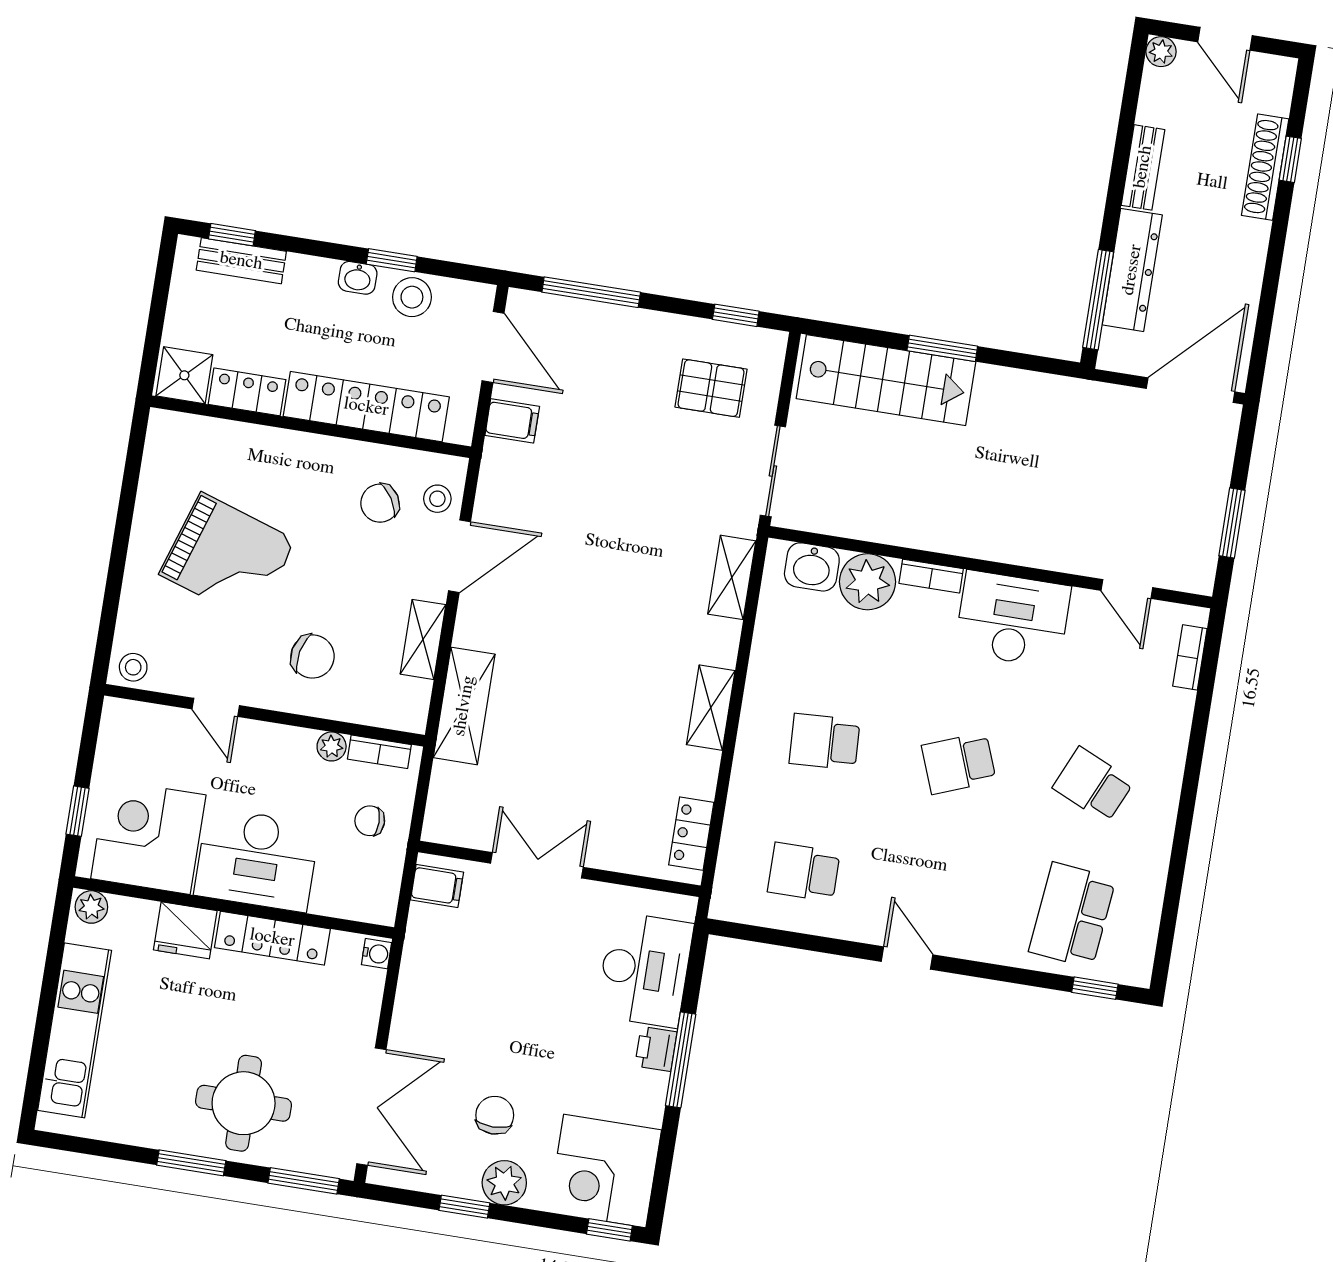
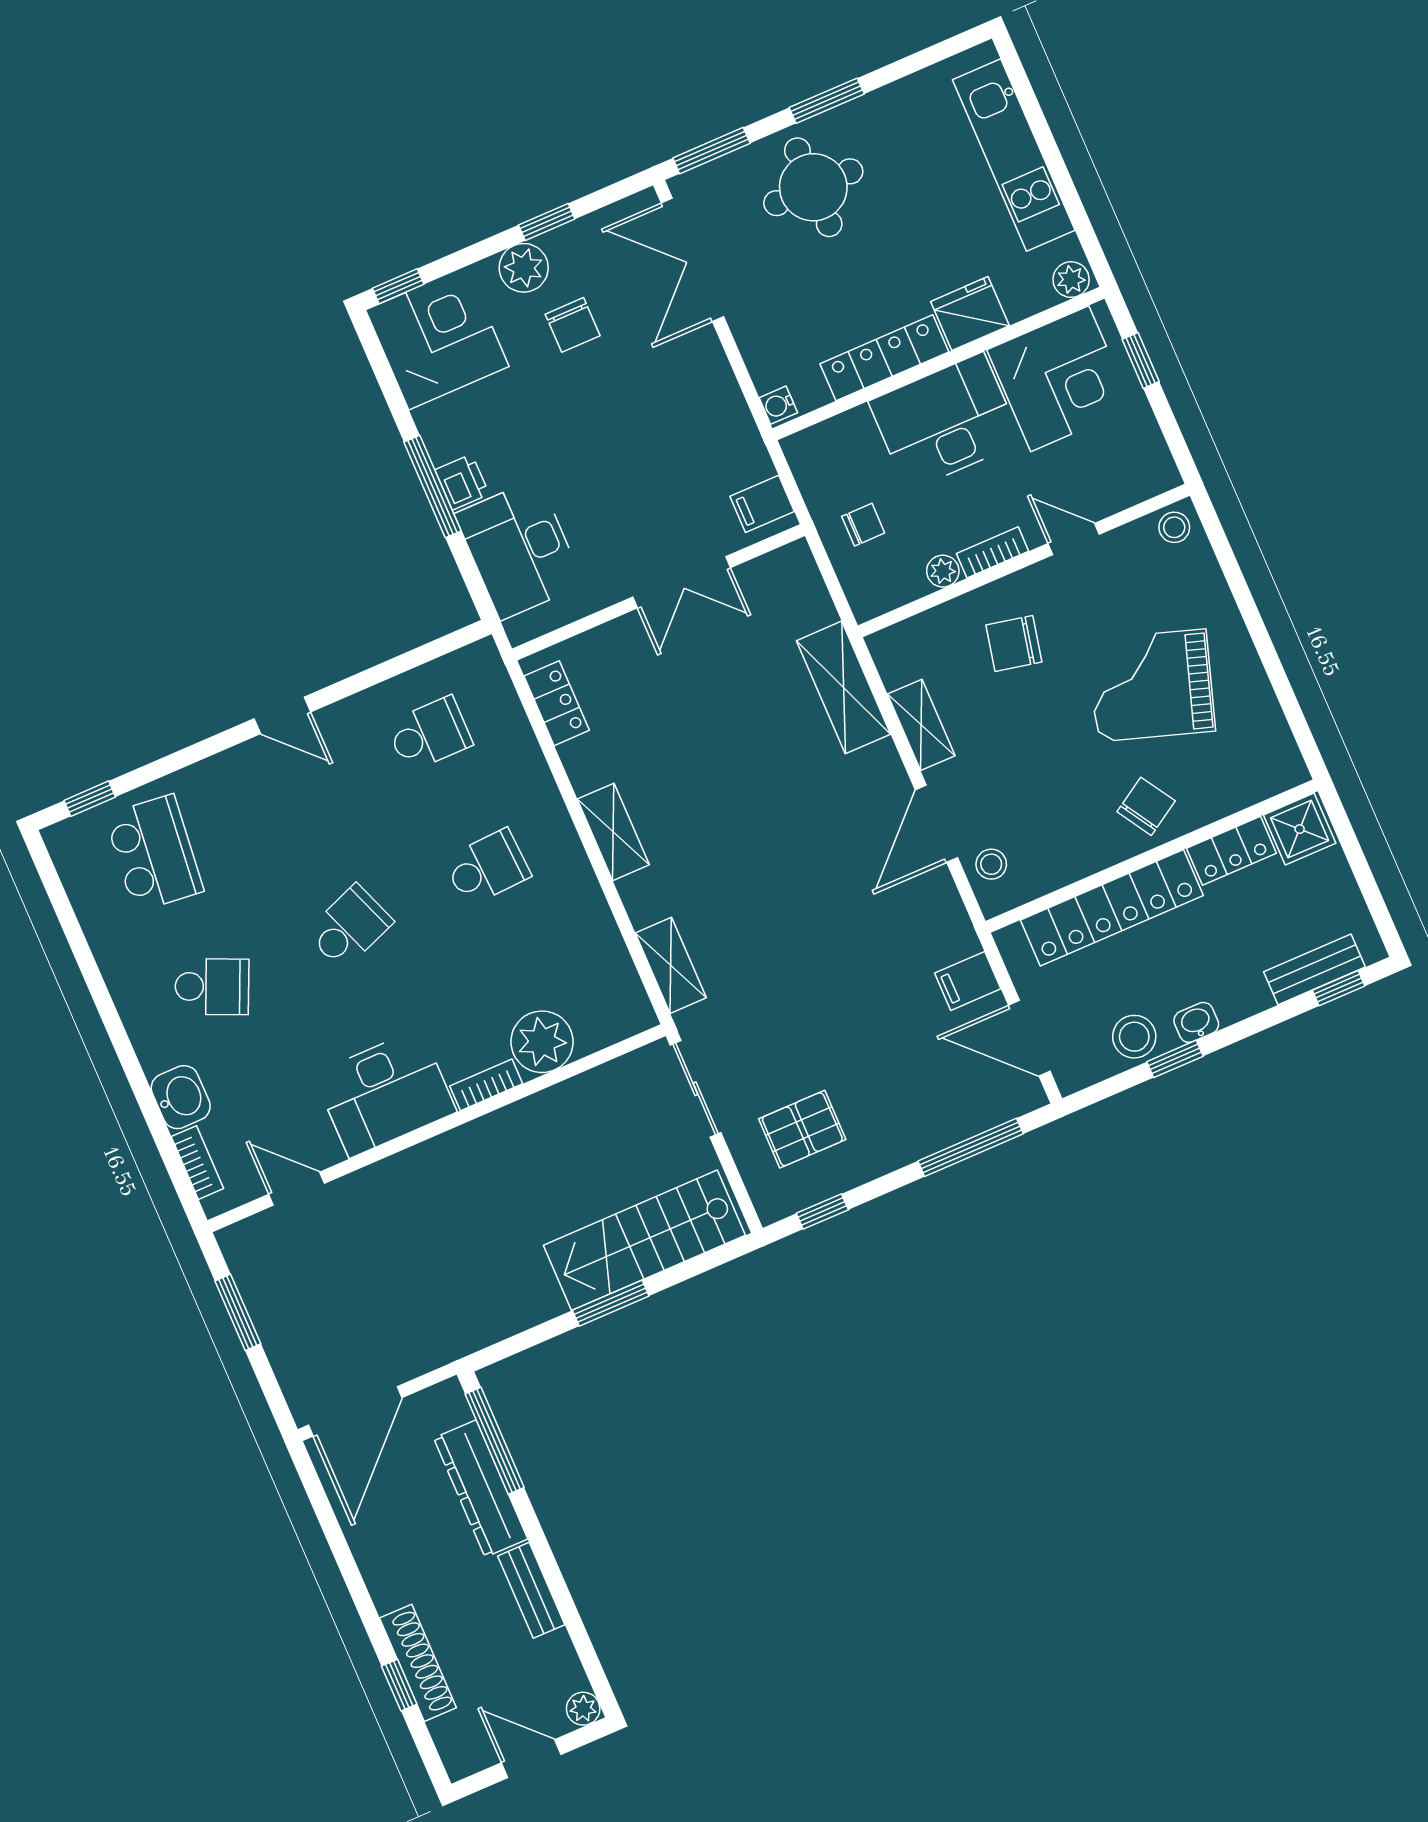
chair: (380, 503) -> (1146, 806), moved
washbasin: (812, 567) -> (181, 1097), moved, turned 90
bookcase: (379, 752) -> (993, 552), moved

